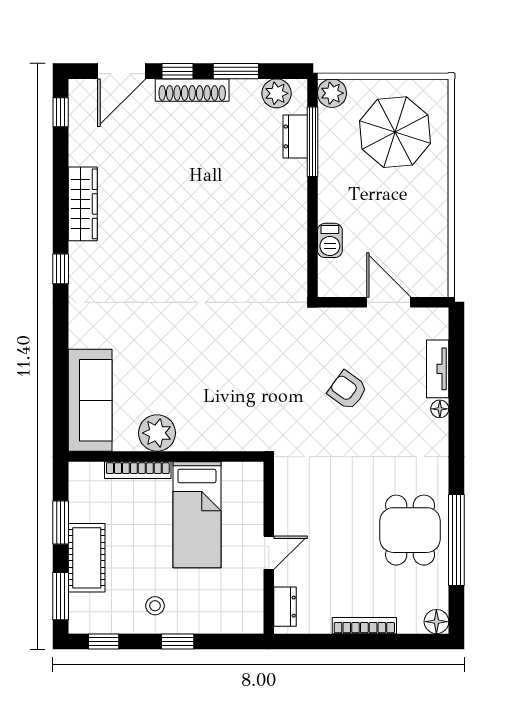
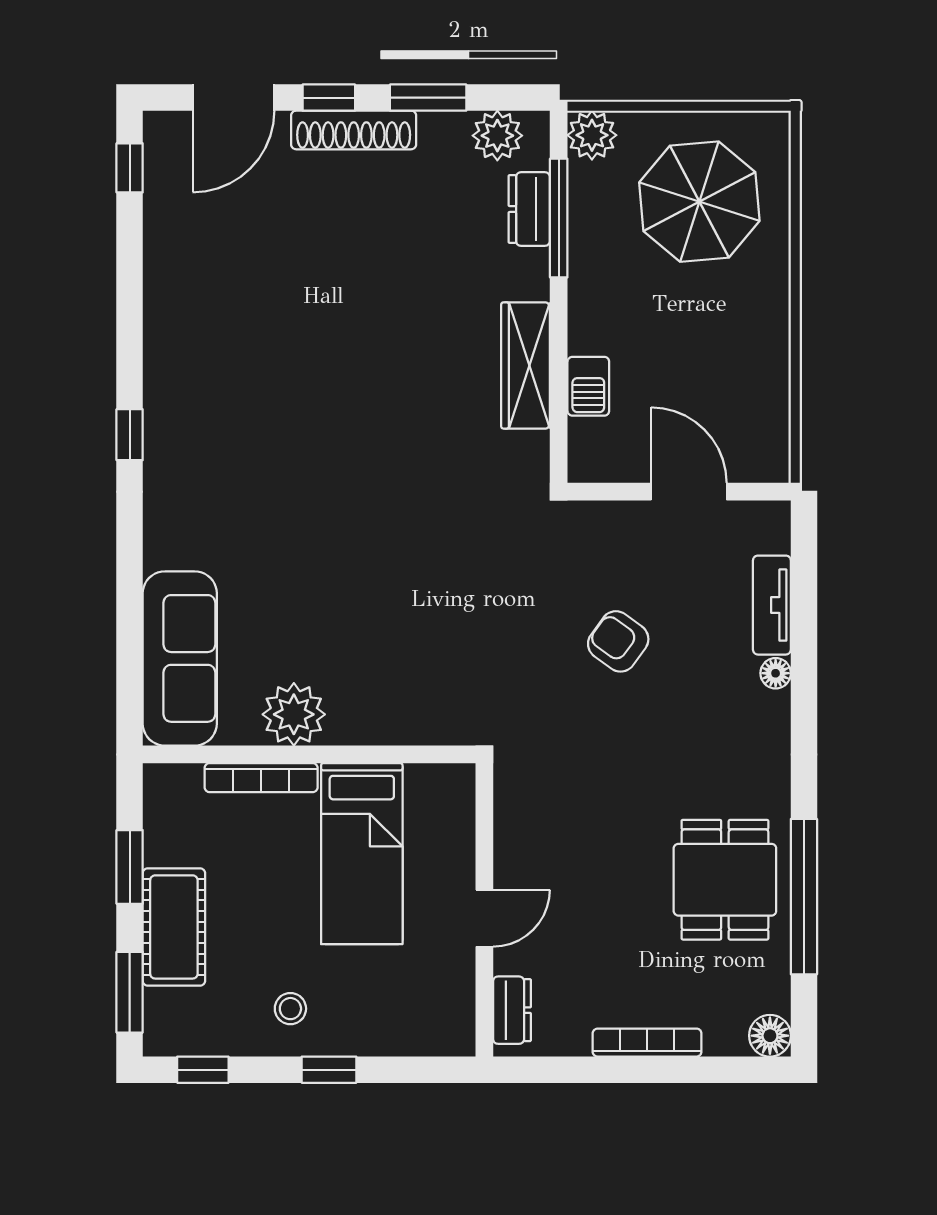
wardrobe: (83, 204) -> (526, 365), moved, turned 180

